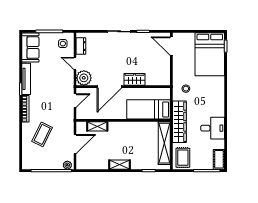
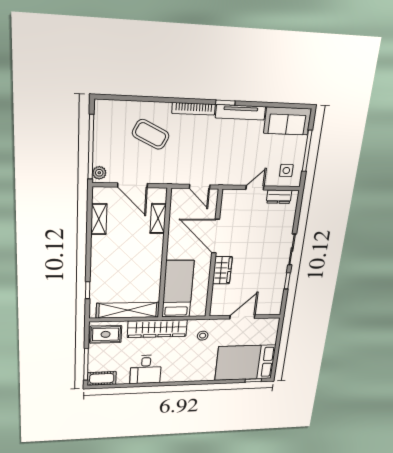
door: (171, 46) -> (242, 317), moved
plant: (84, 78) -> (232, 200), removed
shelving: (120, 165) -> (99, 219), moved

